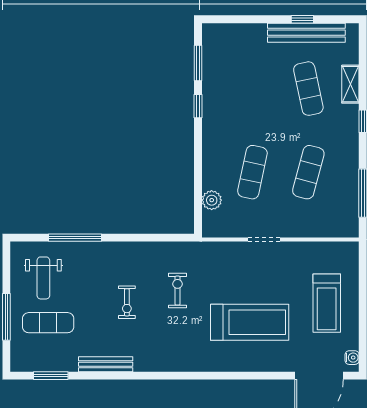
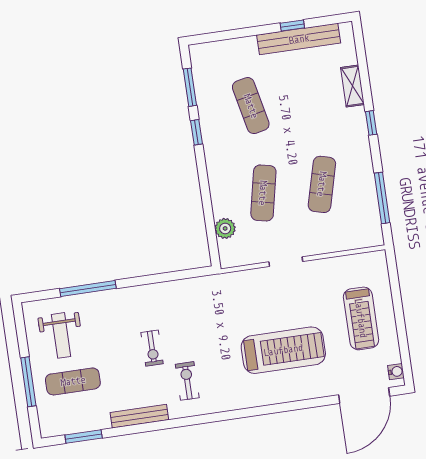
exercise mat: (308, 89) -> (251, 106), moved
exercise bike: (177, 291) -> (187, 381), moved

